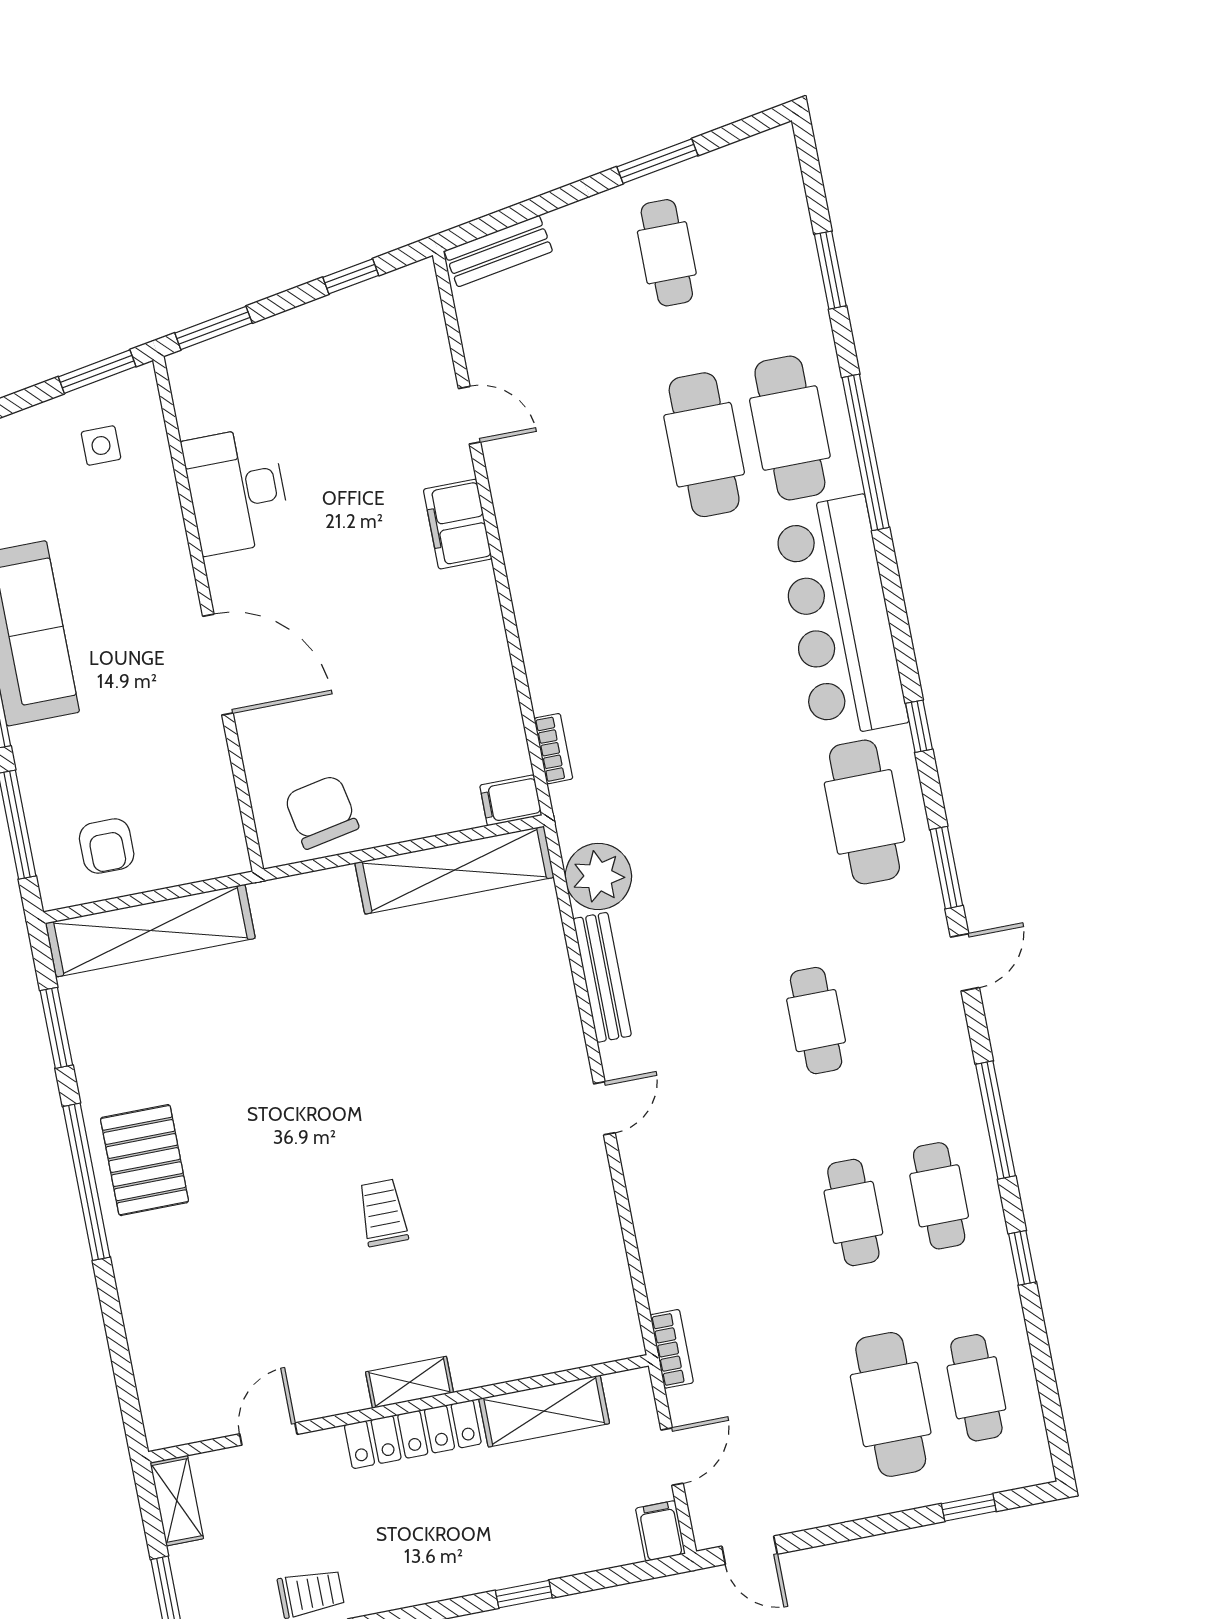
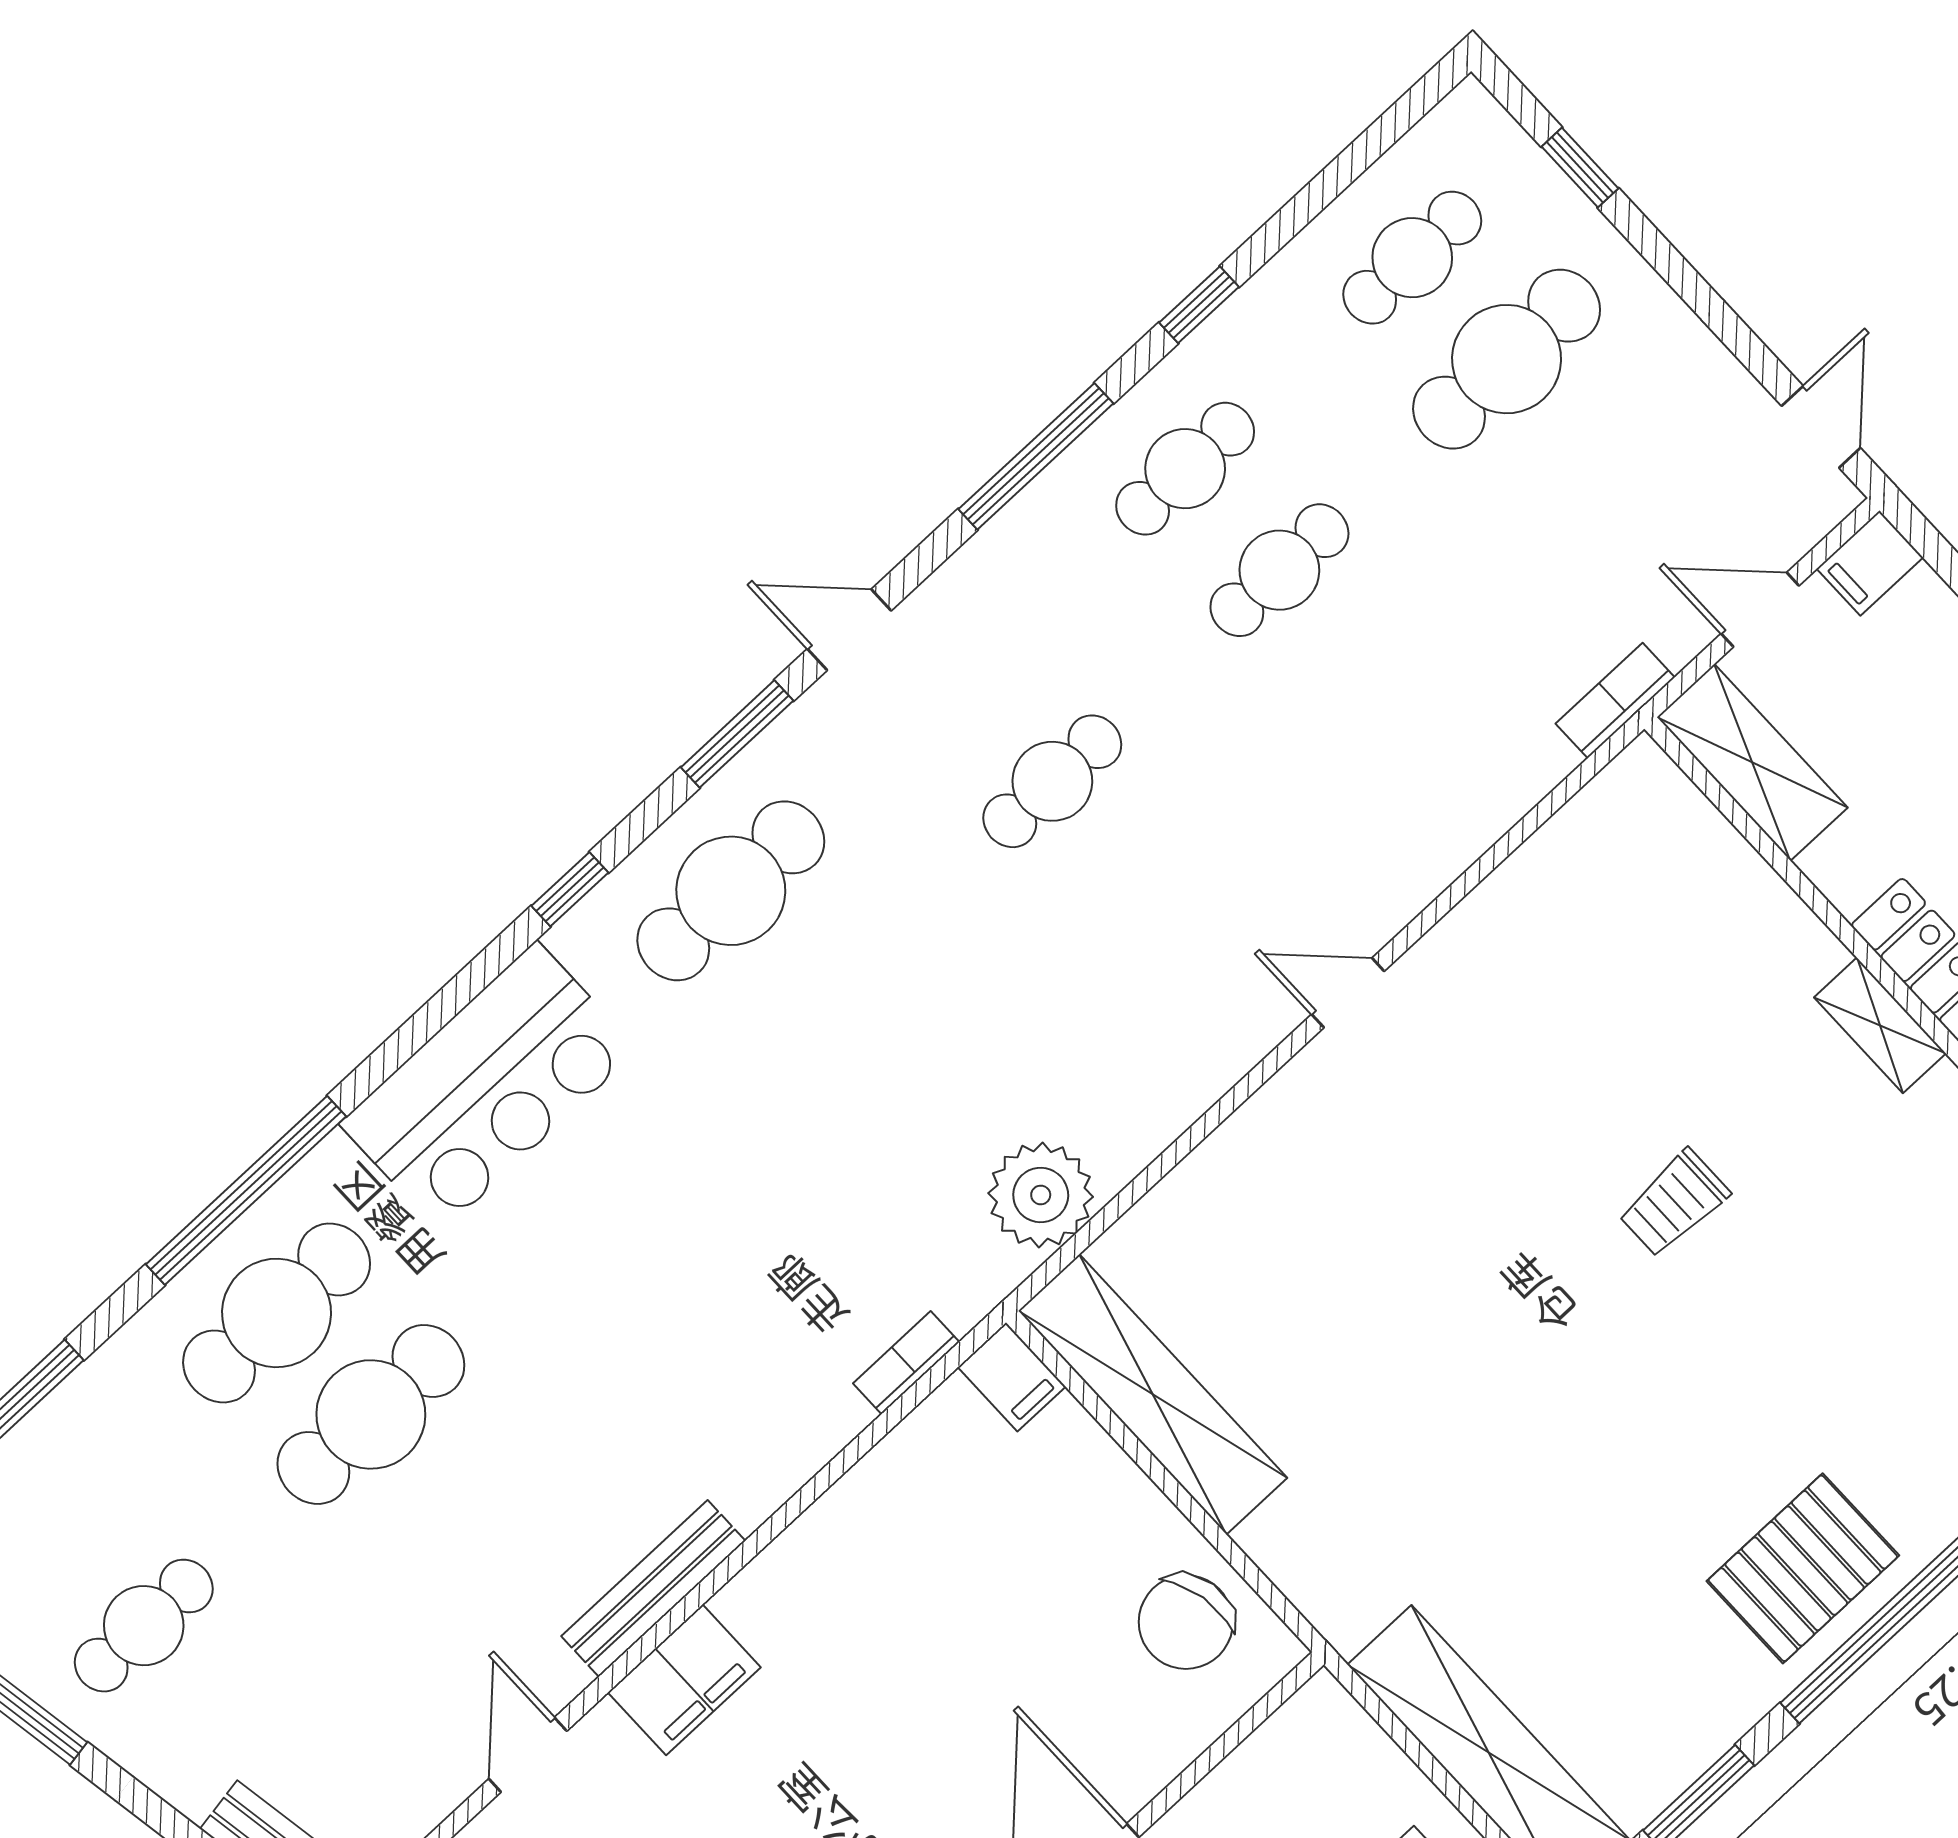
bar counter: (840, 617) -> (489, 1087), width x0.73
bench: (602, 977) -> (653, 1588), moved
shelving: (544, 1411) -> (1752, 762), moved

